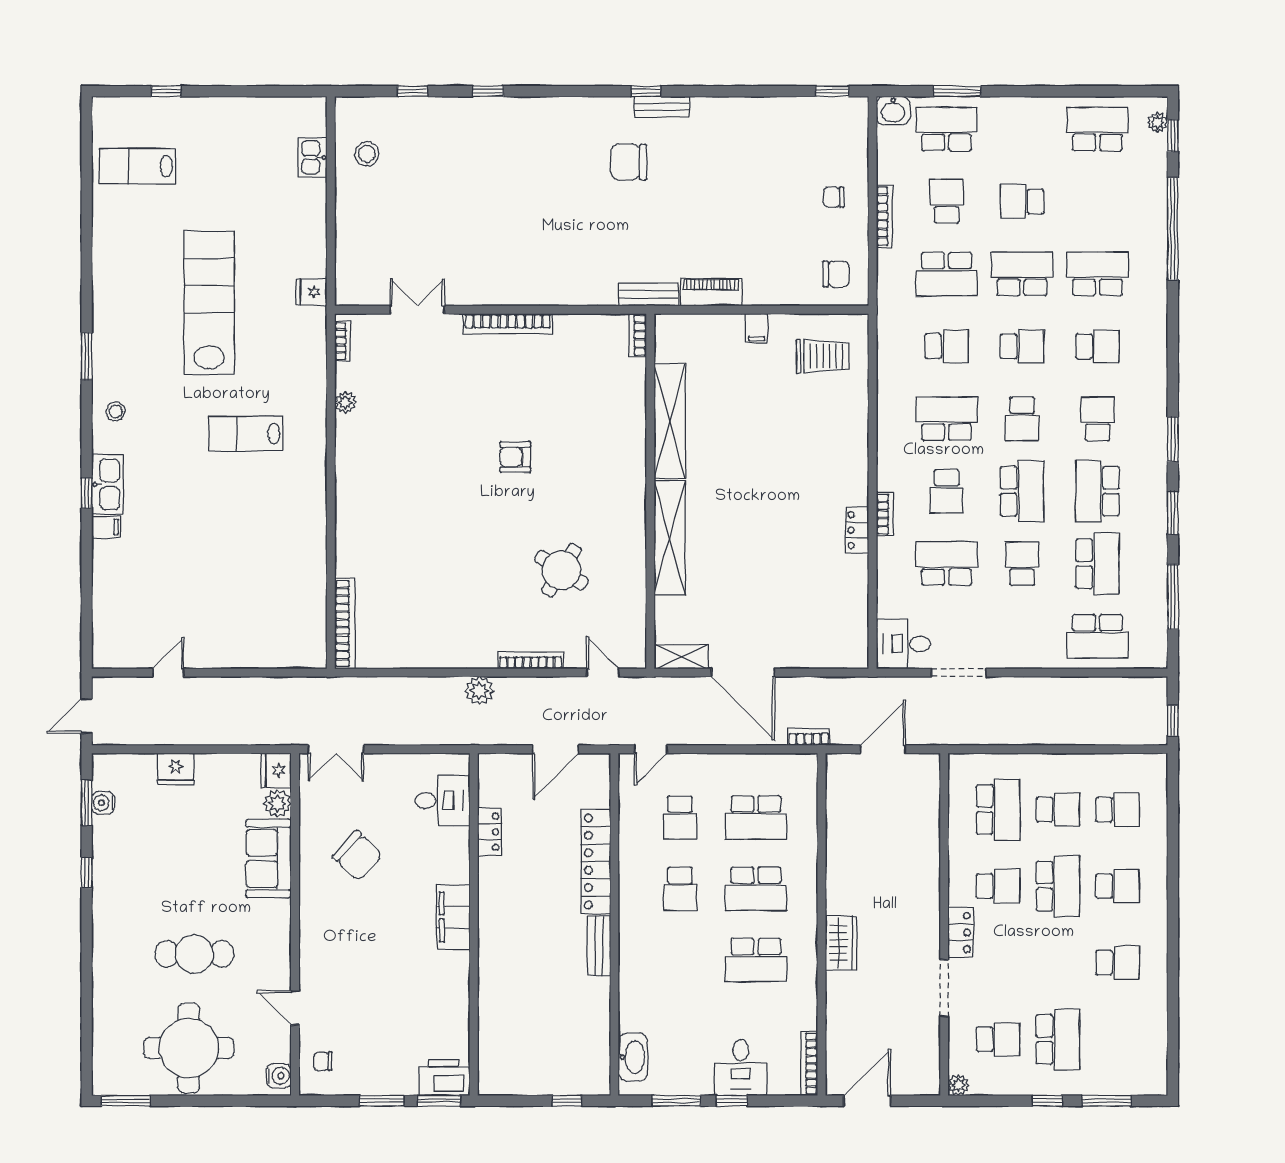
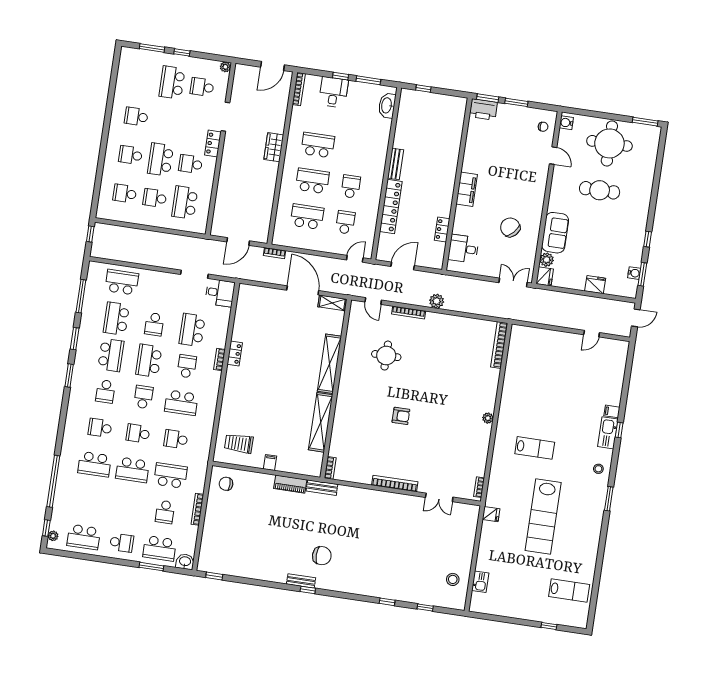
chair: (834, 197) -> (221, 523), removed
school desk: (1022, 201) -> (122, 543), moved
plant: (345, 402) -> (488, 418), moved
school desk: (947, 564) -> (192, 330), turned 90
round table: (561, 570) -> (386, 356), turned -32

